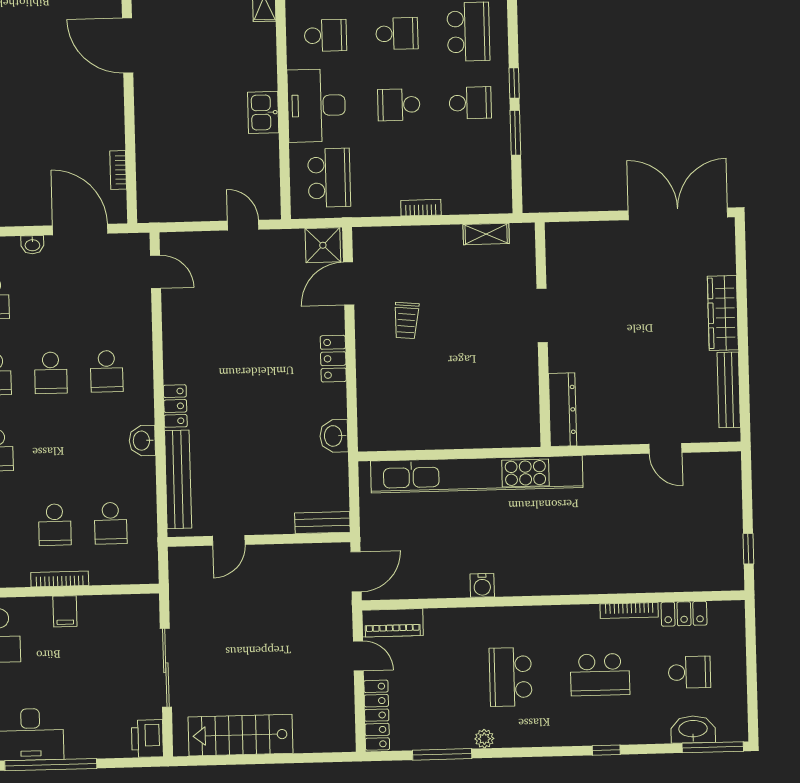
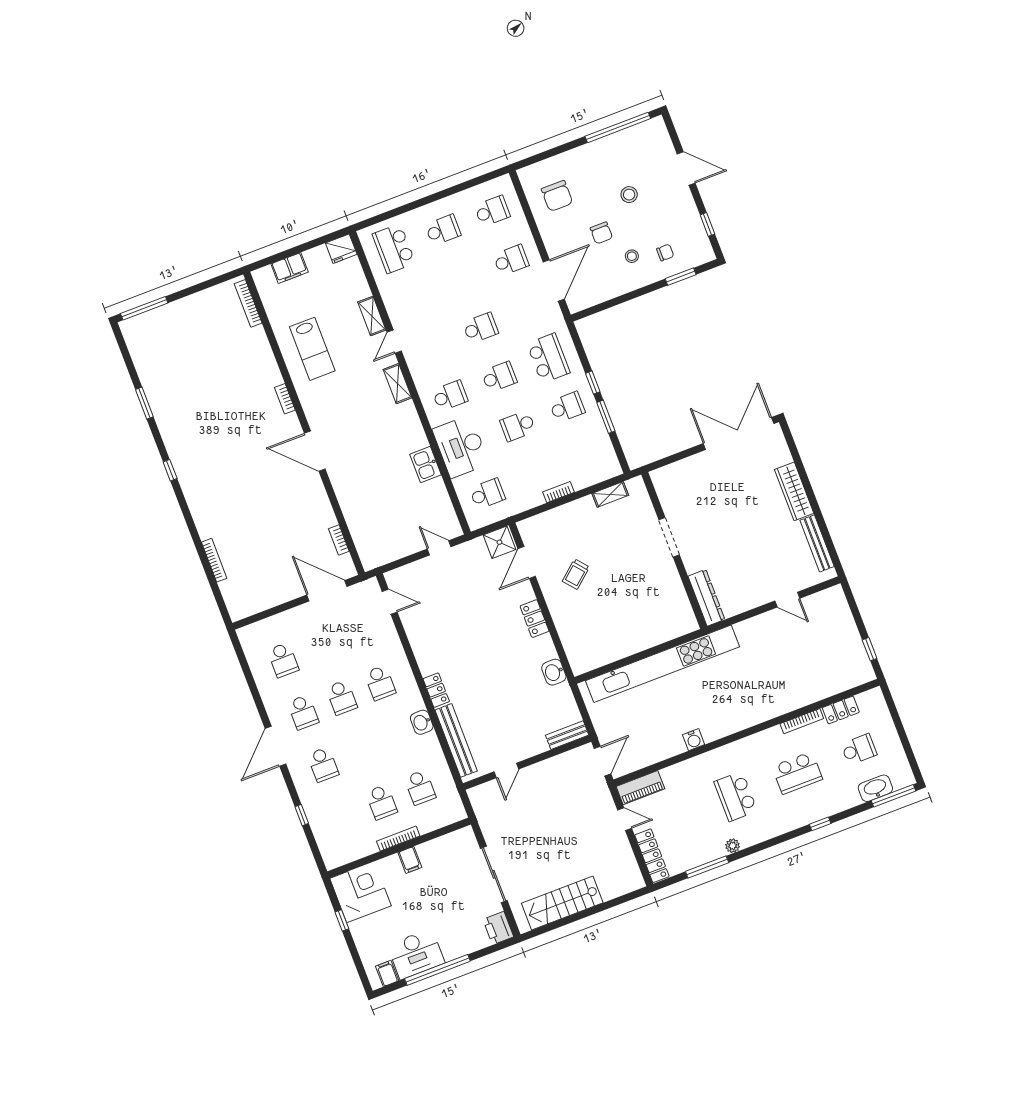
school desk: (329, 178) -> (487, 494), width x0.54
washbasin: (32, 245) -> (297, 613), removed
trolley: (406, 321) -> (576, 574), turned 45

